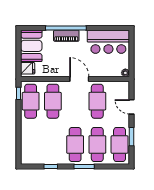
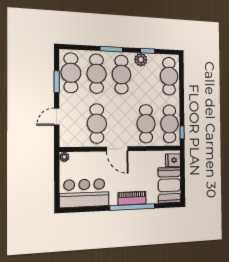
door: (132, 107) -> (57, 117), swing flipped
cafe table: (31, 145) -> (169, 76), added
plant: (57, 158) -> (141, 60), added

